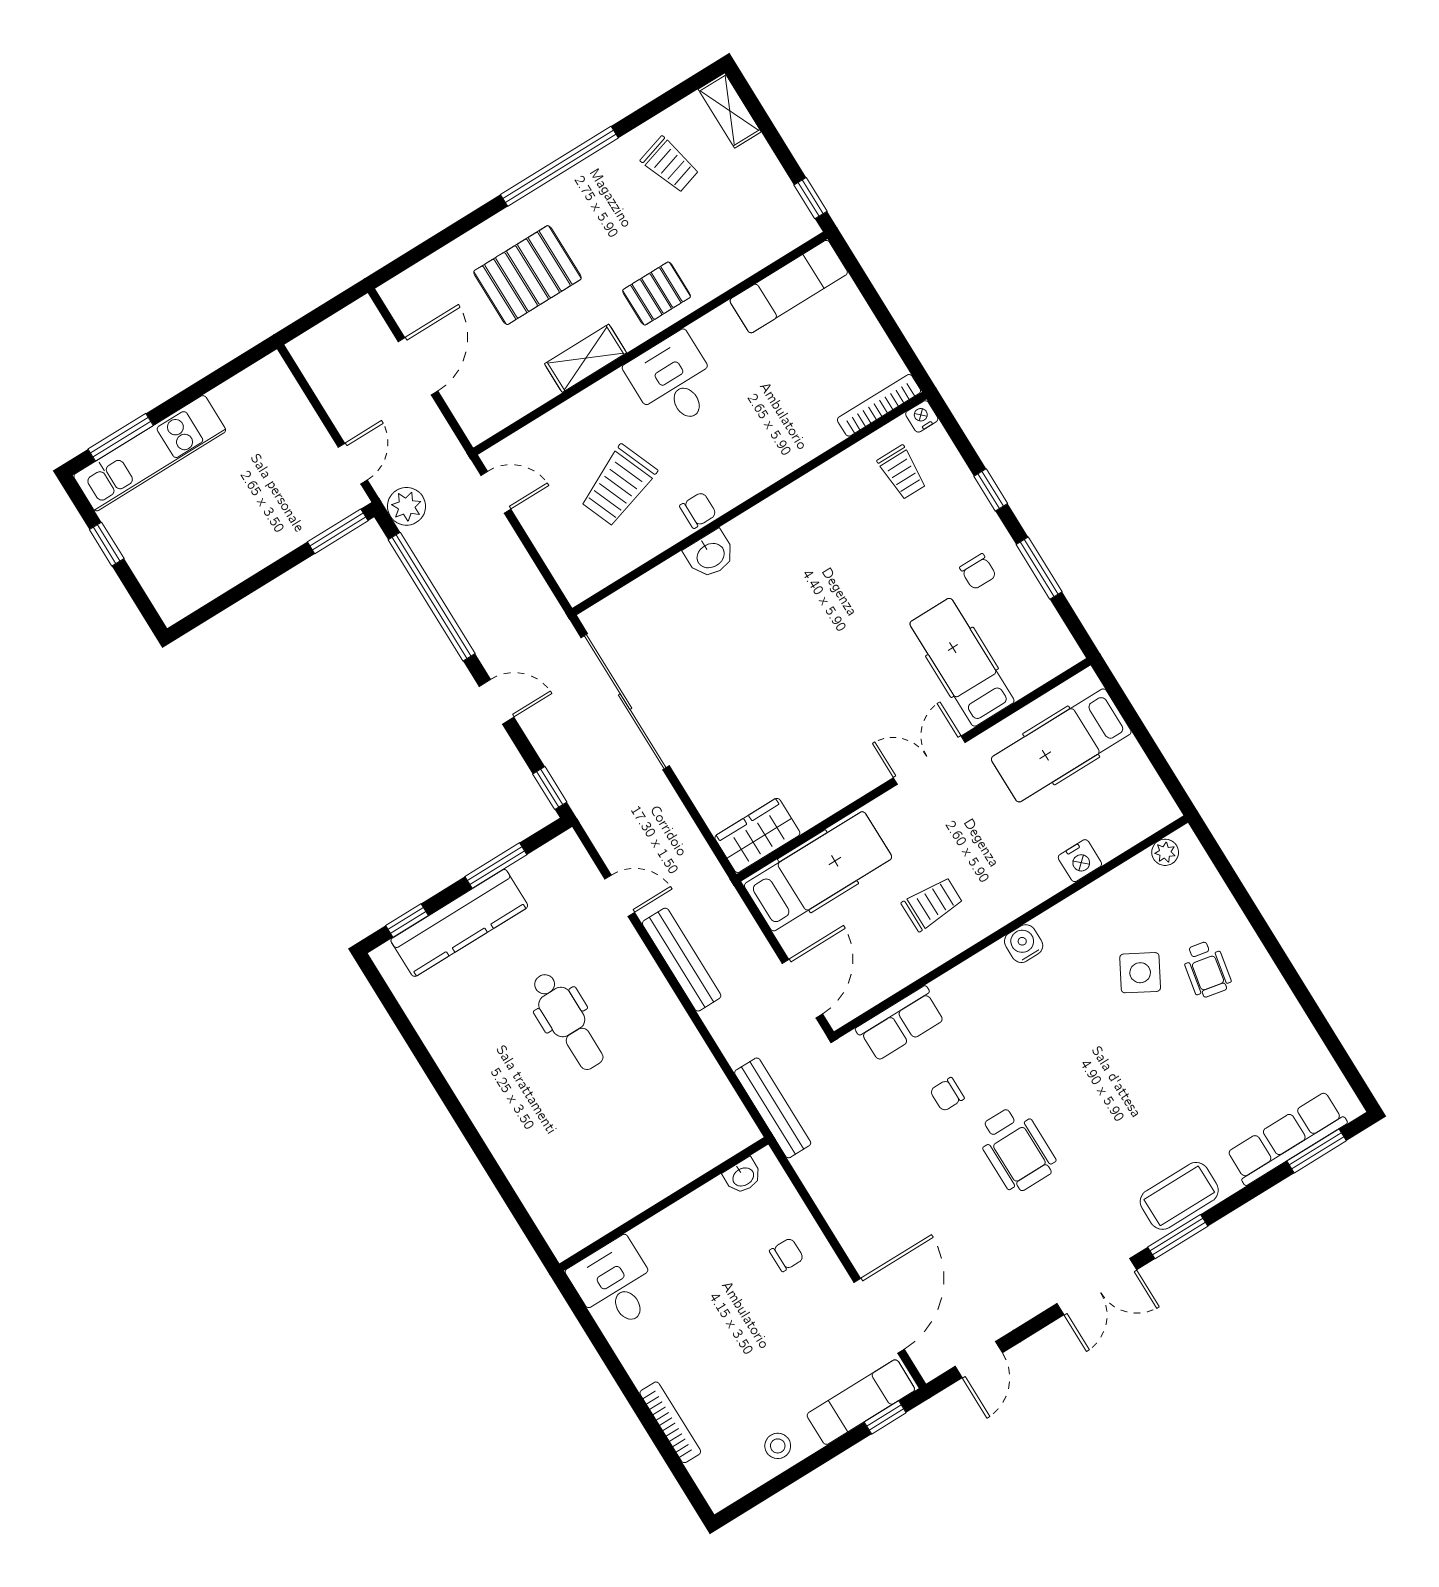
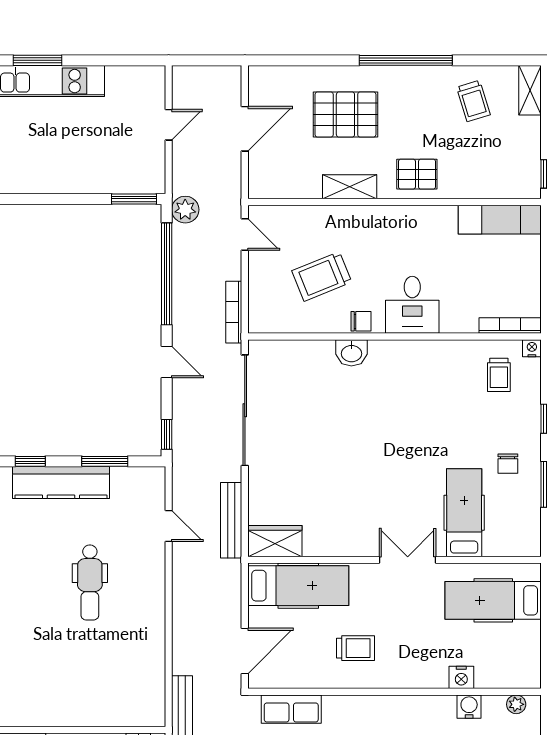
desk: (674, 381) -> (412, 305), moved, turned 180
door: (353, 464) -> (169, 125), moved
bookcase: (540, 593) -> (234, 312), added
water cooler: (1024, 944) -> (469, 707), moved
bench: (682, 960) -> (231, 520), moved

